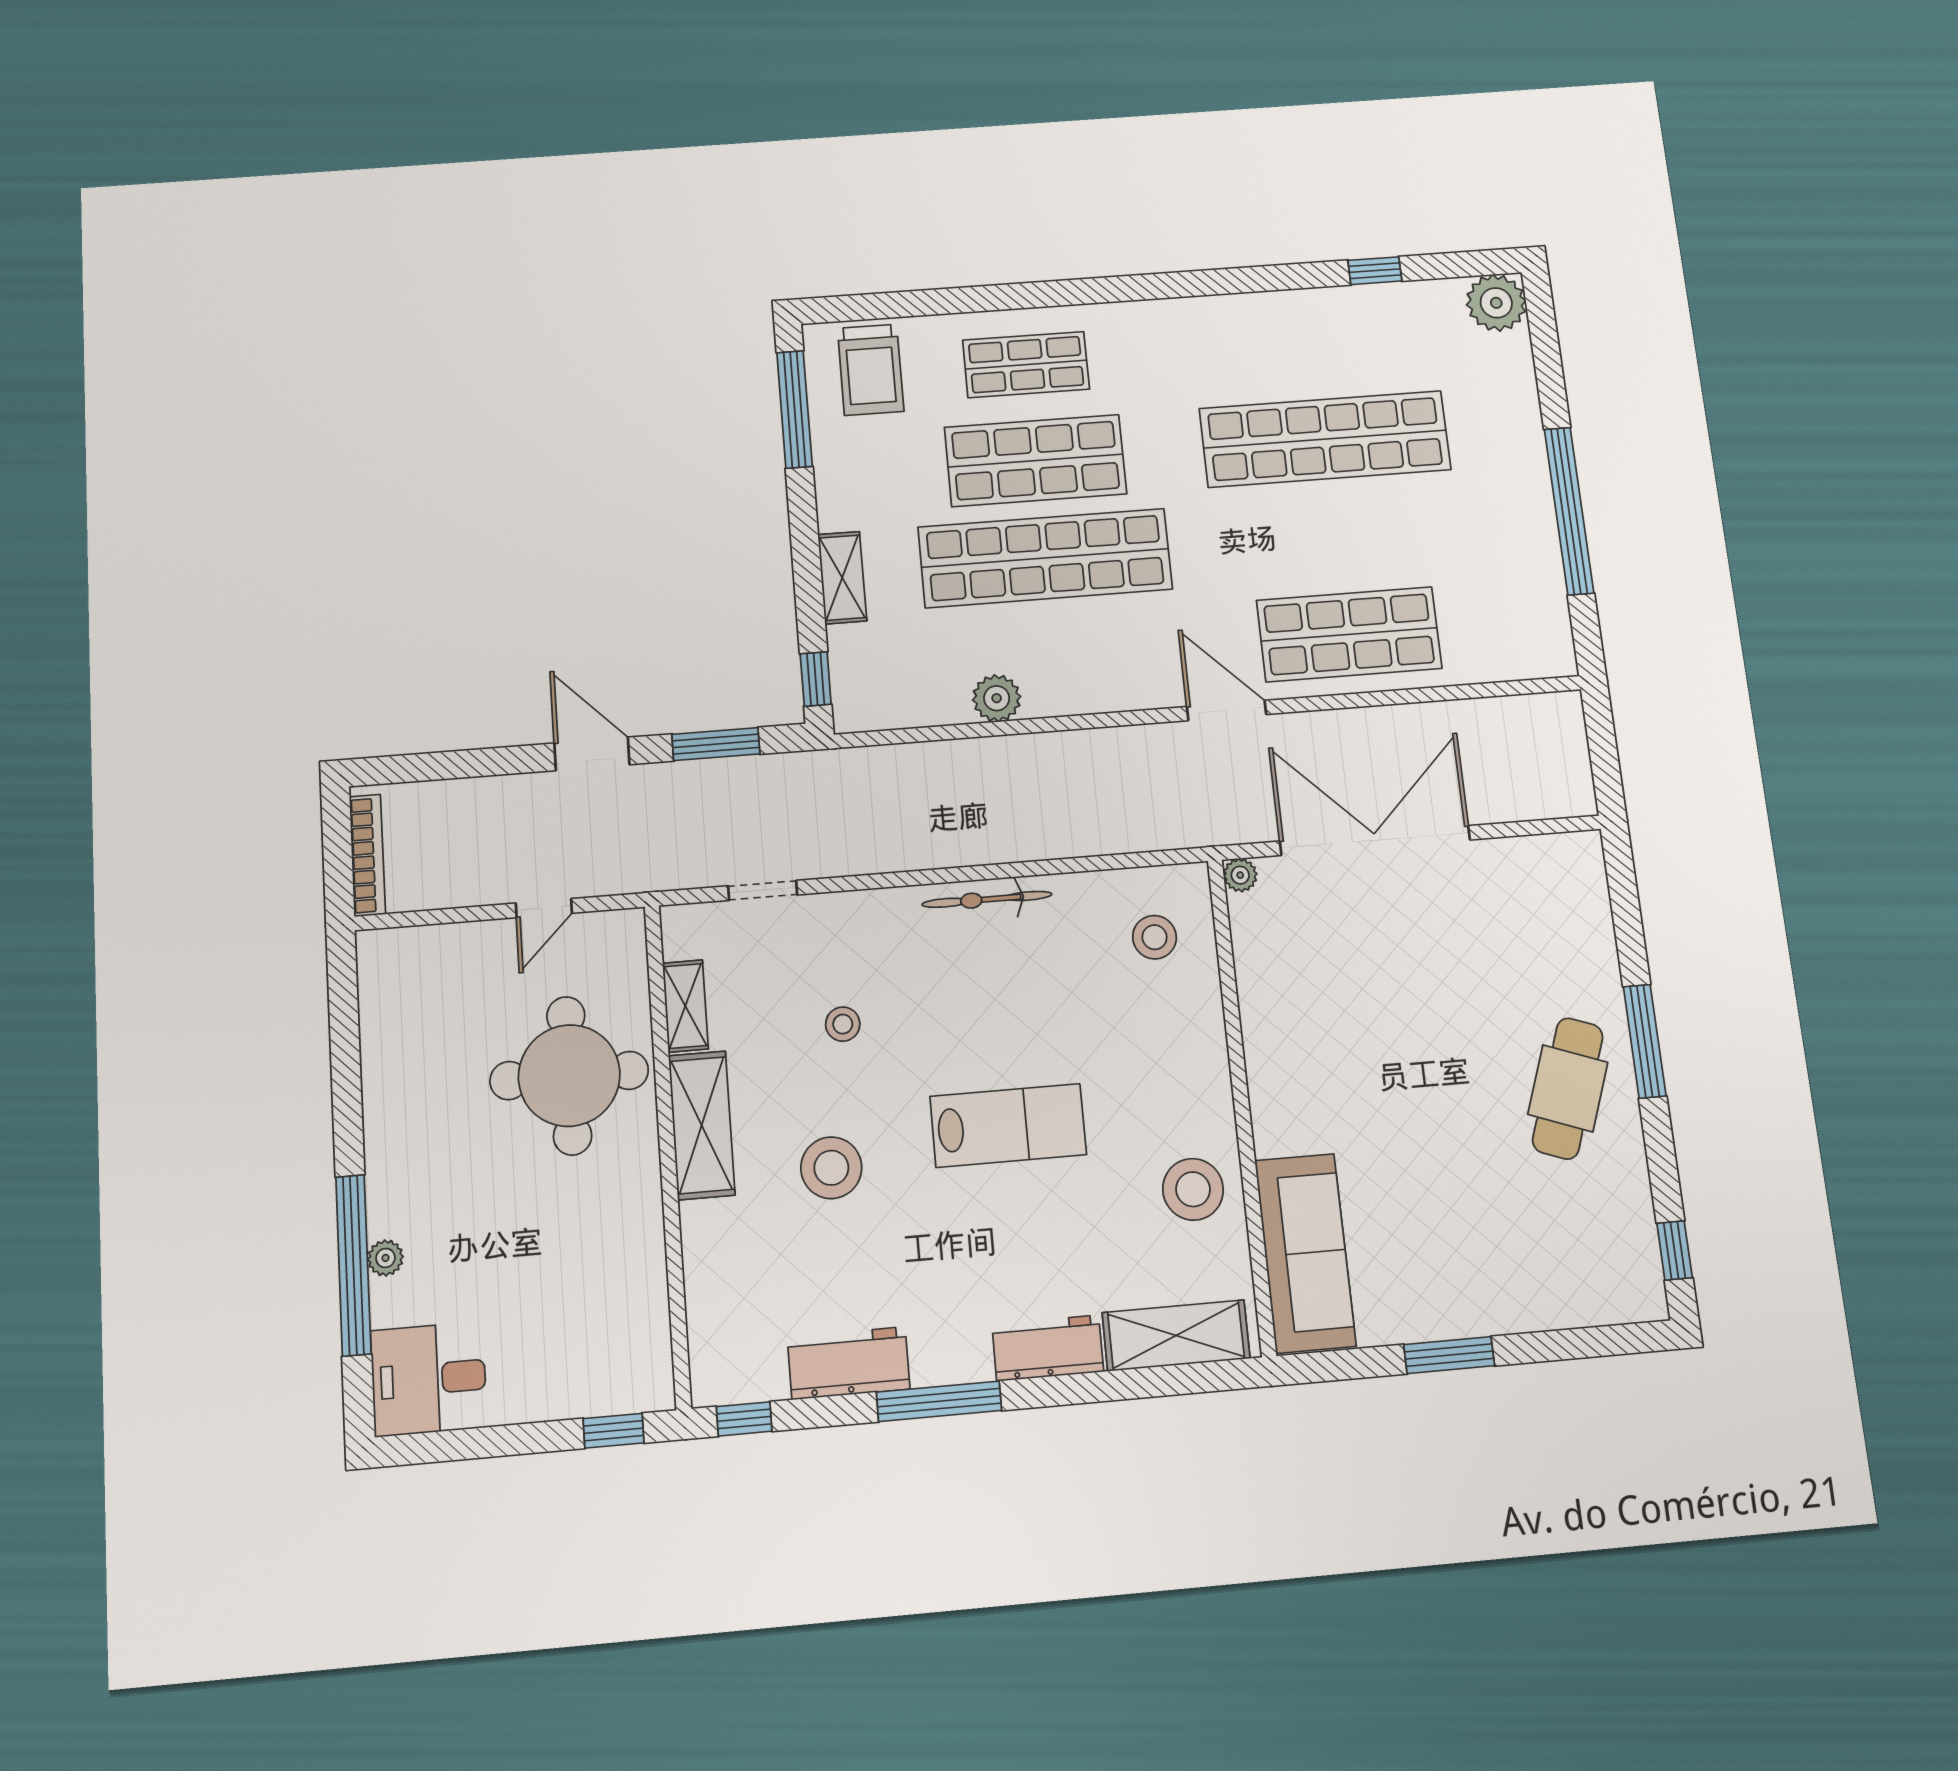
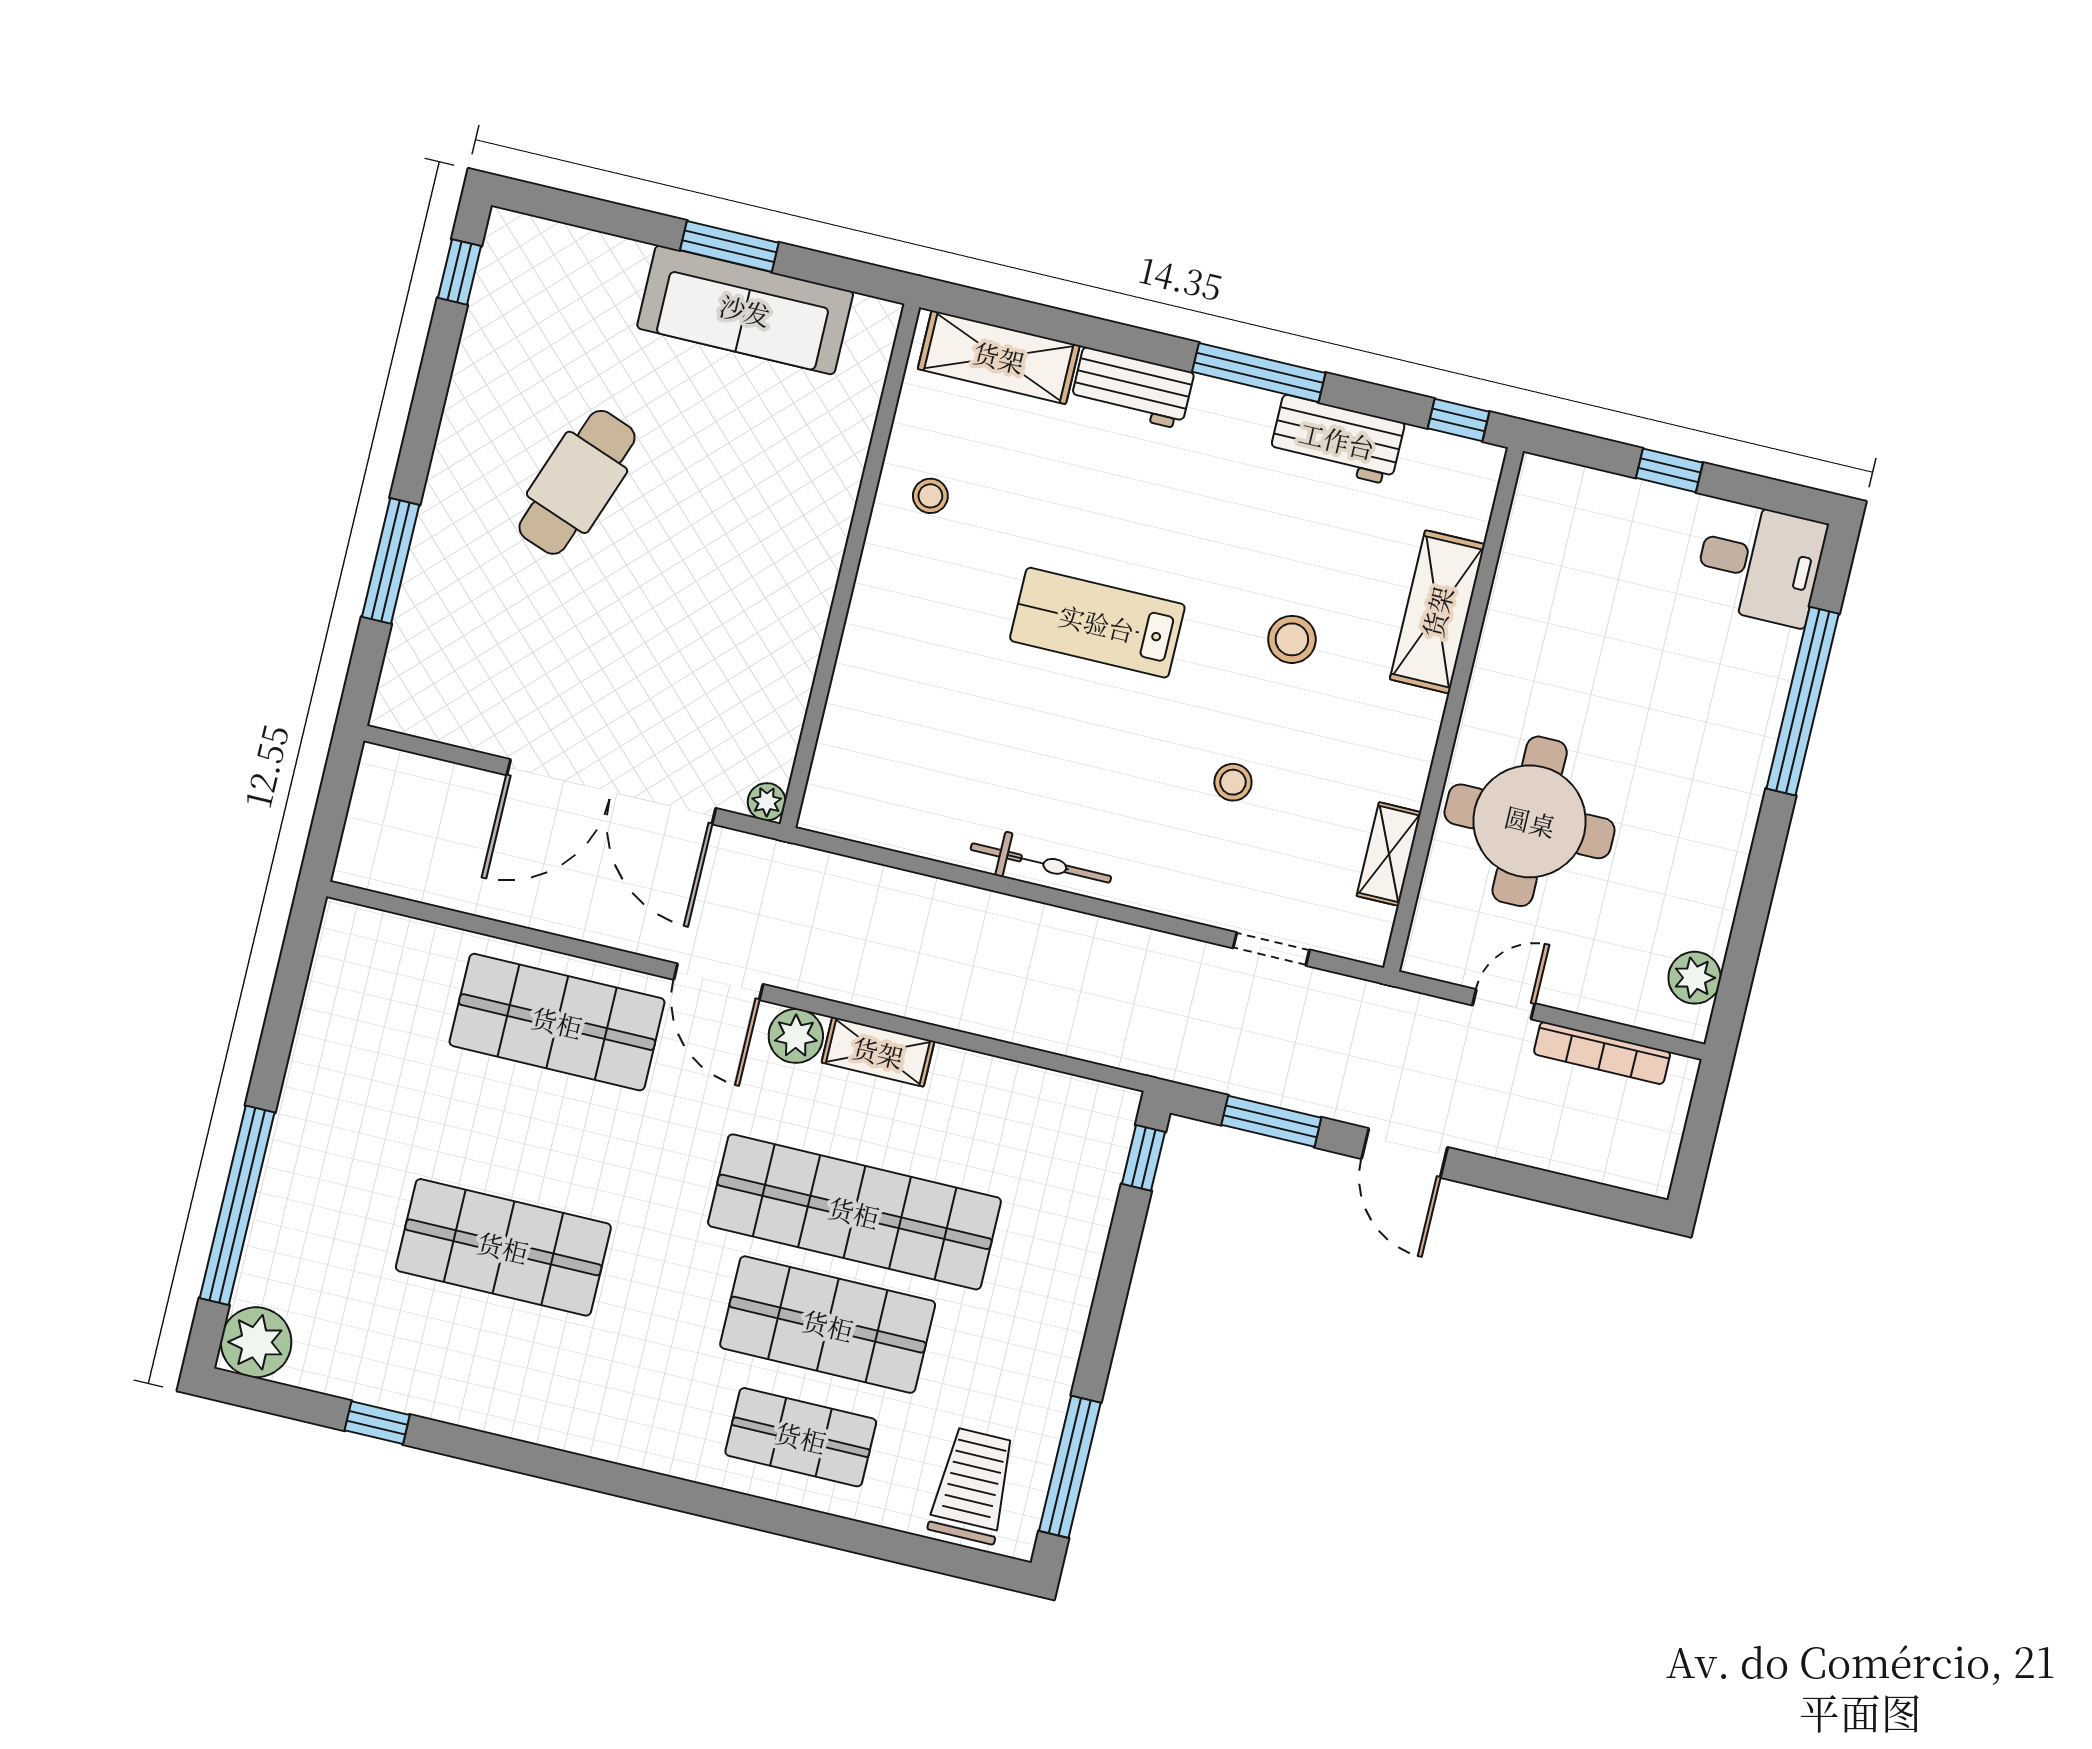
shop shelf: (1325, 439) -> (503, 1247), width x0.71
window: (1569, 511) -> (237, 1205), moved
shelving: (842, 578) -> (878, 1052), moved, turned 90
plant: (997, 698) -> (796, 1036), moved
bookcase: (367, 855) -> (1602, 1053), moved, turned -90
stool: (1155, 937) -> (880, 766), removed
window: (1645, 1041) -> (391, 561), moved
cafe table: (1568, 1088) -> (577, 482), moved
shelving: (702, 1125) -> (1437, 612), moved
stool: (831, 1168) -> (1292, 639), width x0.73, depth x0.73
stool: (1193, 1189) -> (930, 496), width x0.53, depth x0.53
sofa: (1305, 1253) -> (745, 310), moved, turned -90
plant: (385, 1258) -> (1695, 978), moved, width x1.38, depth x1.38
window: (614, 1431) -> (1669, 470), moved

